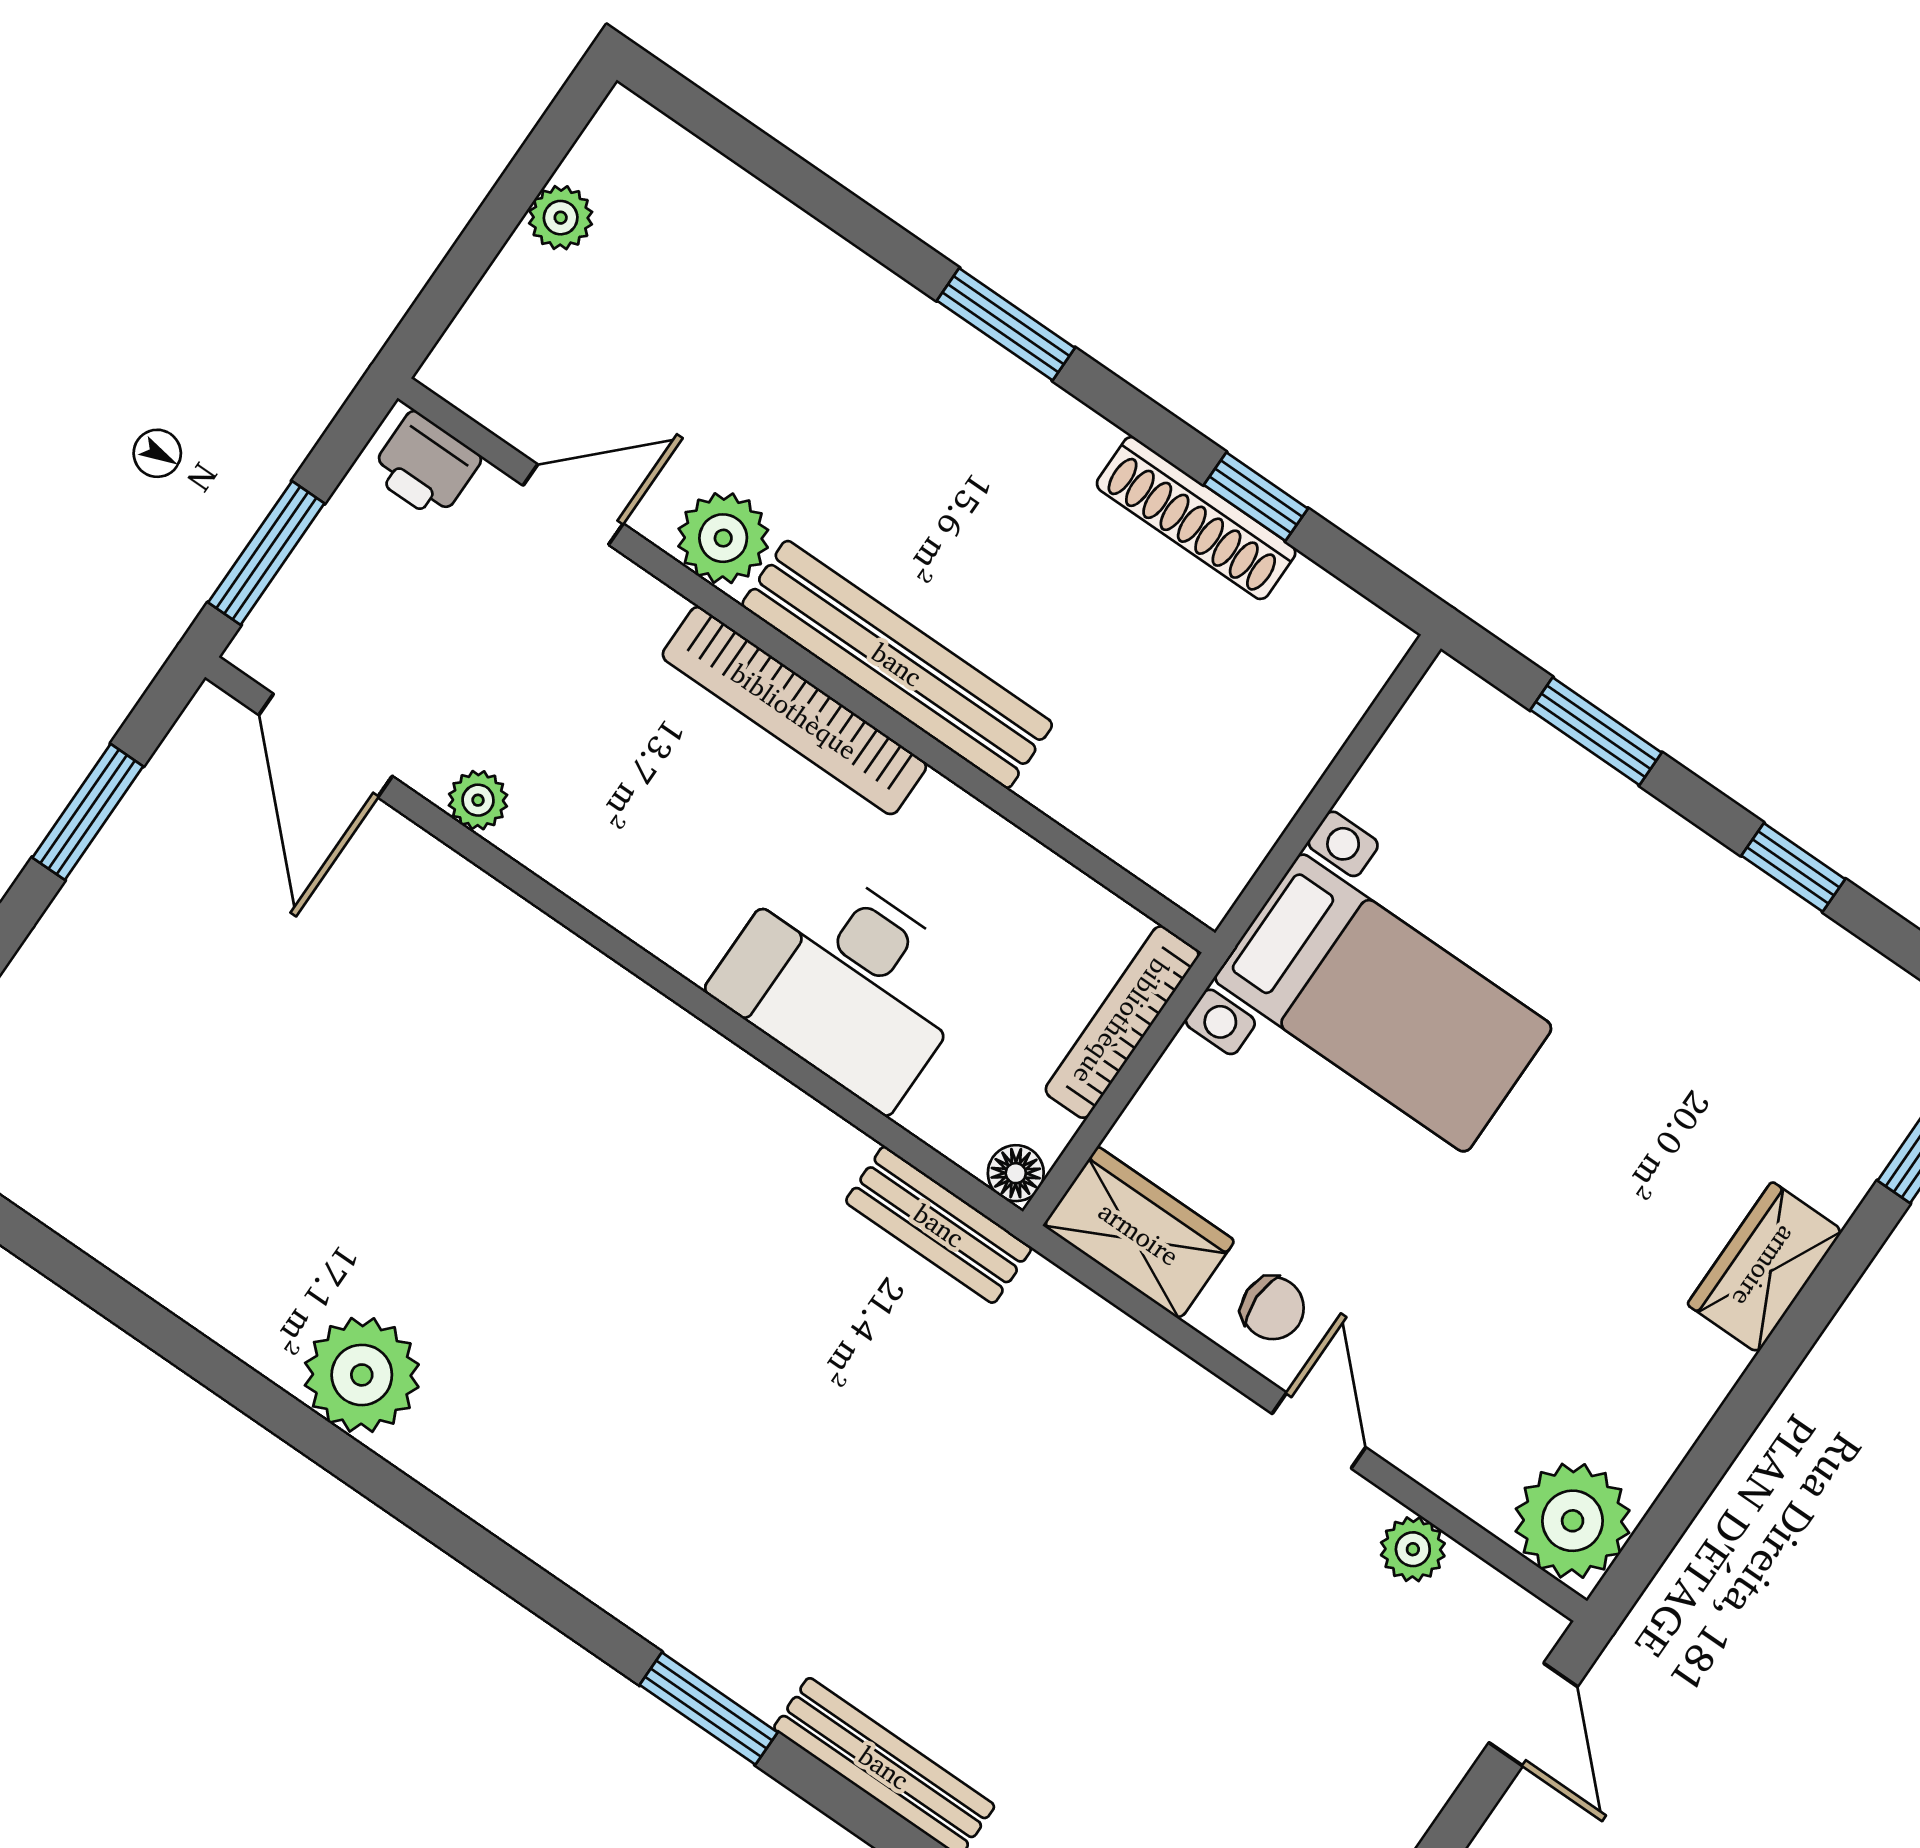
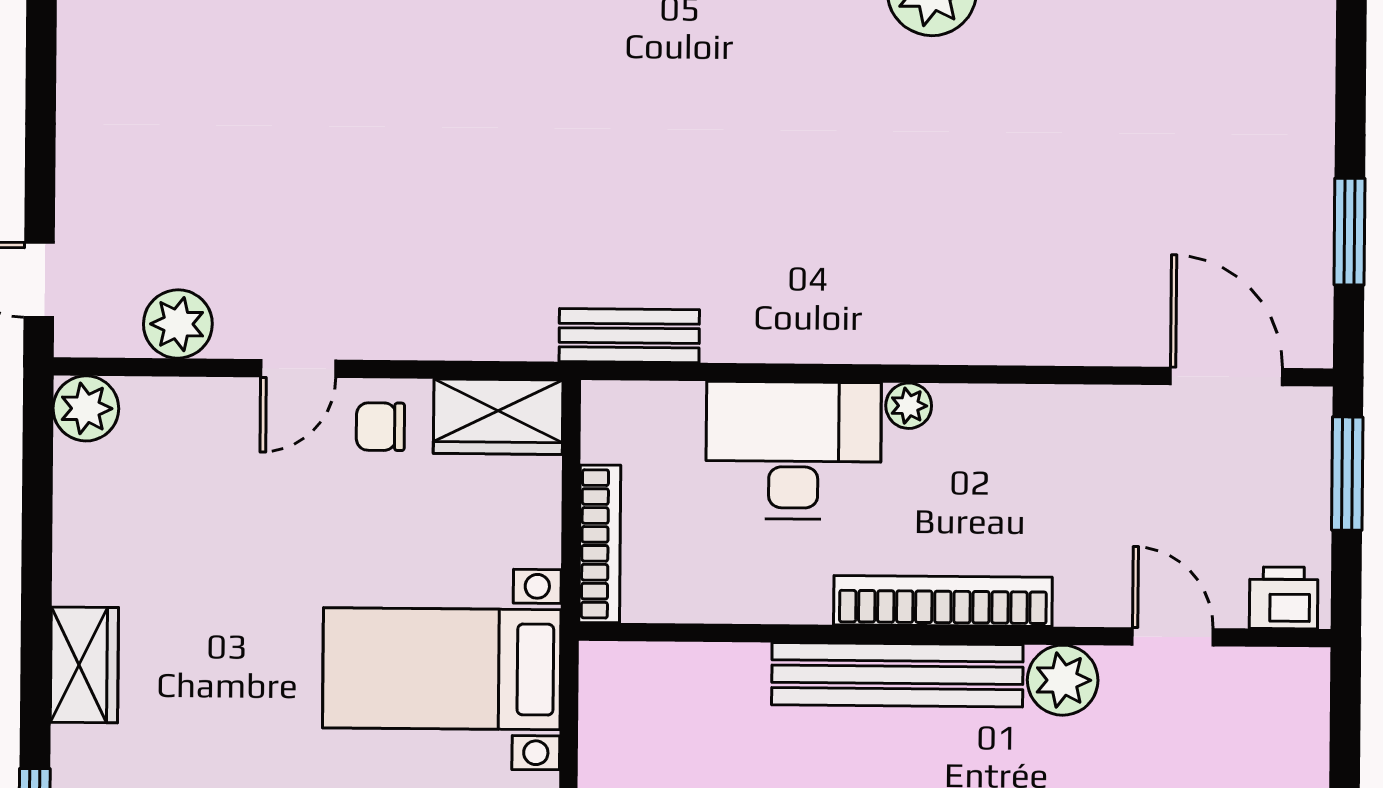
door: (573, 504) -> (1173, 637), swing flipped
plant: (478, 800) -> (909, 406), moved
floor lamp: (1016, 1173) -> (602, 402), removed
door: (1319, 1431) -> (298, 368), hinge flipped
plant: (1573, 1521) -> (86, 408), width x0.73, depth x0.73
plant: (1413, 1549) -> (178, 324), width x1.38, depth x1.38

